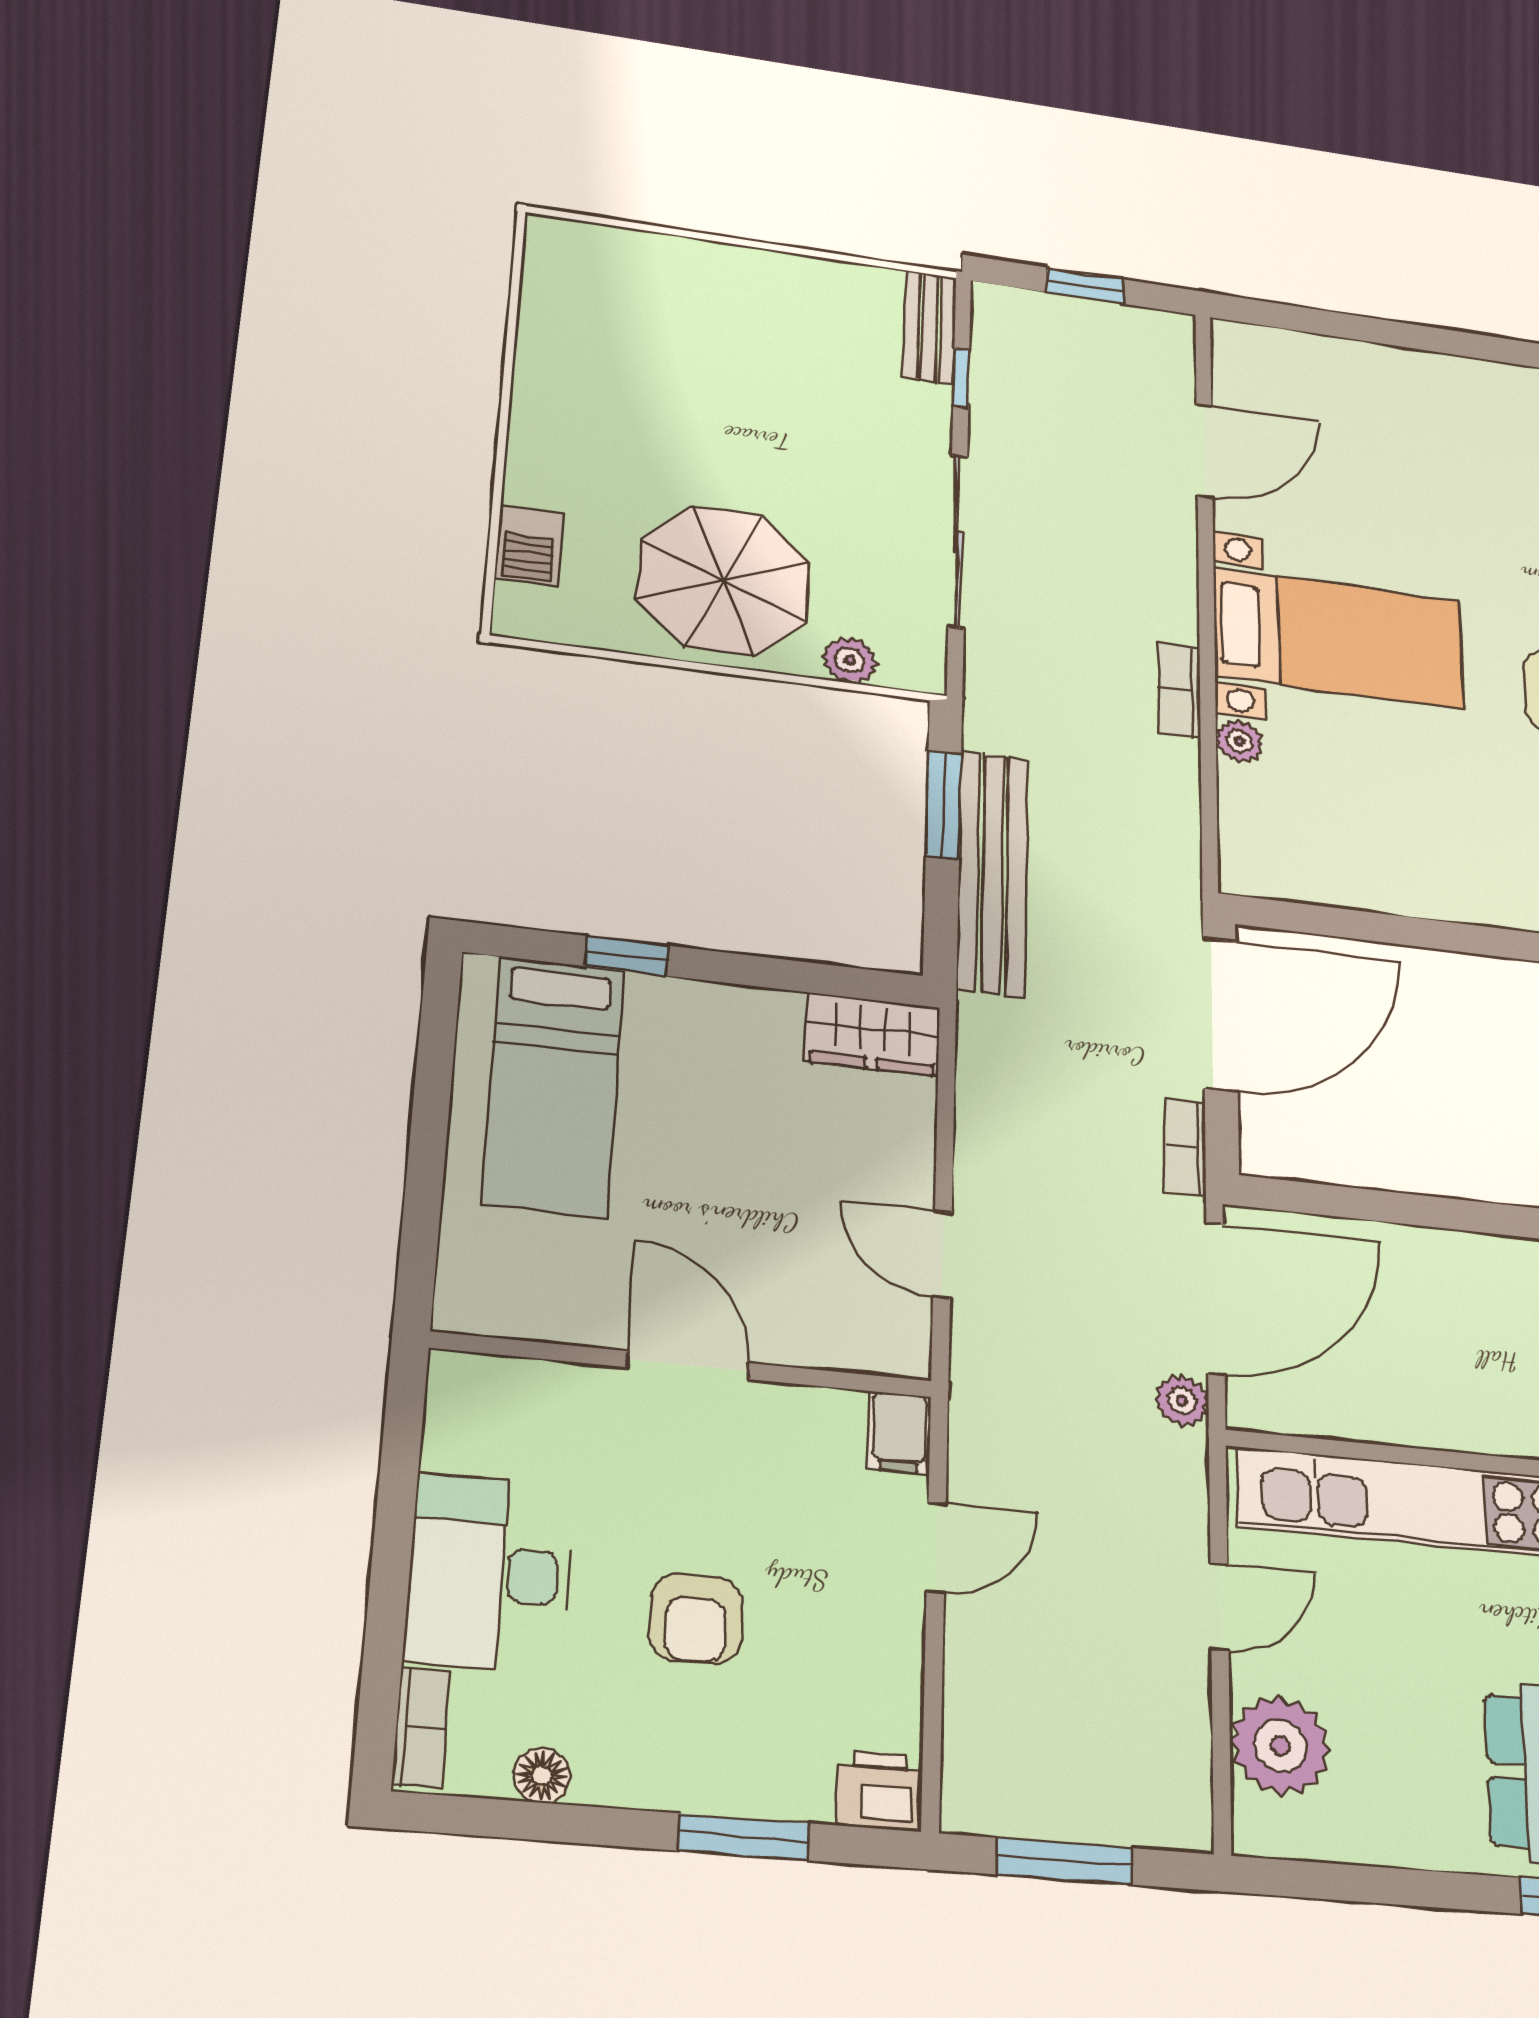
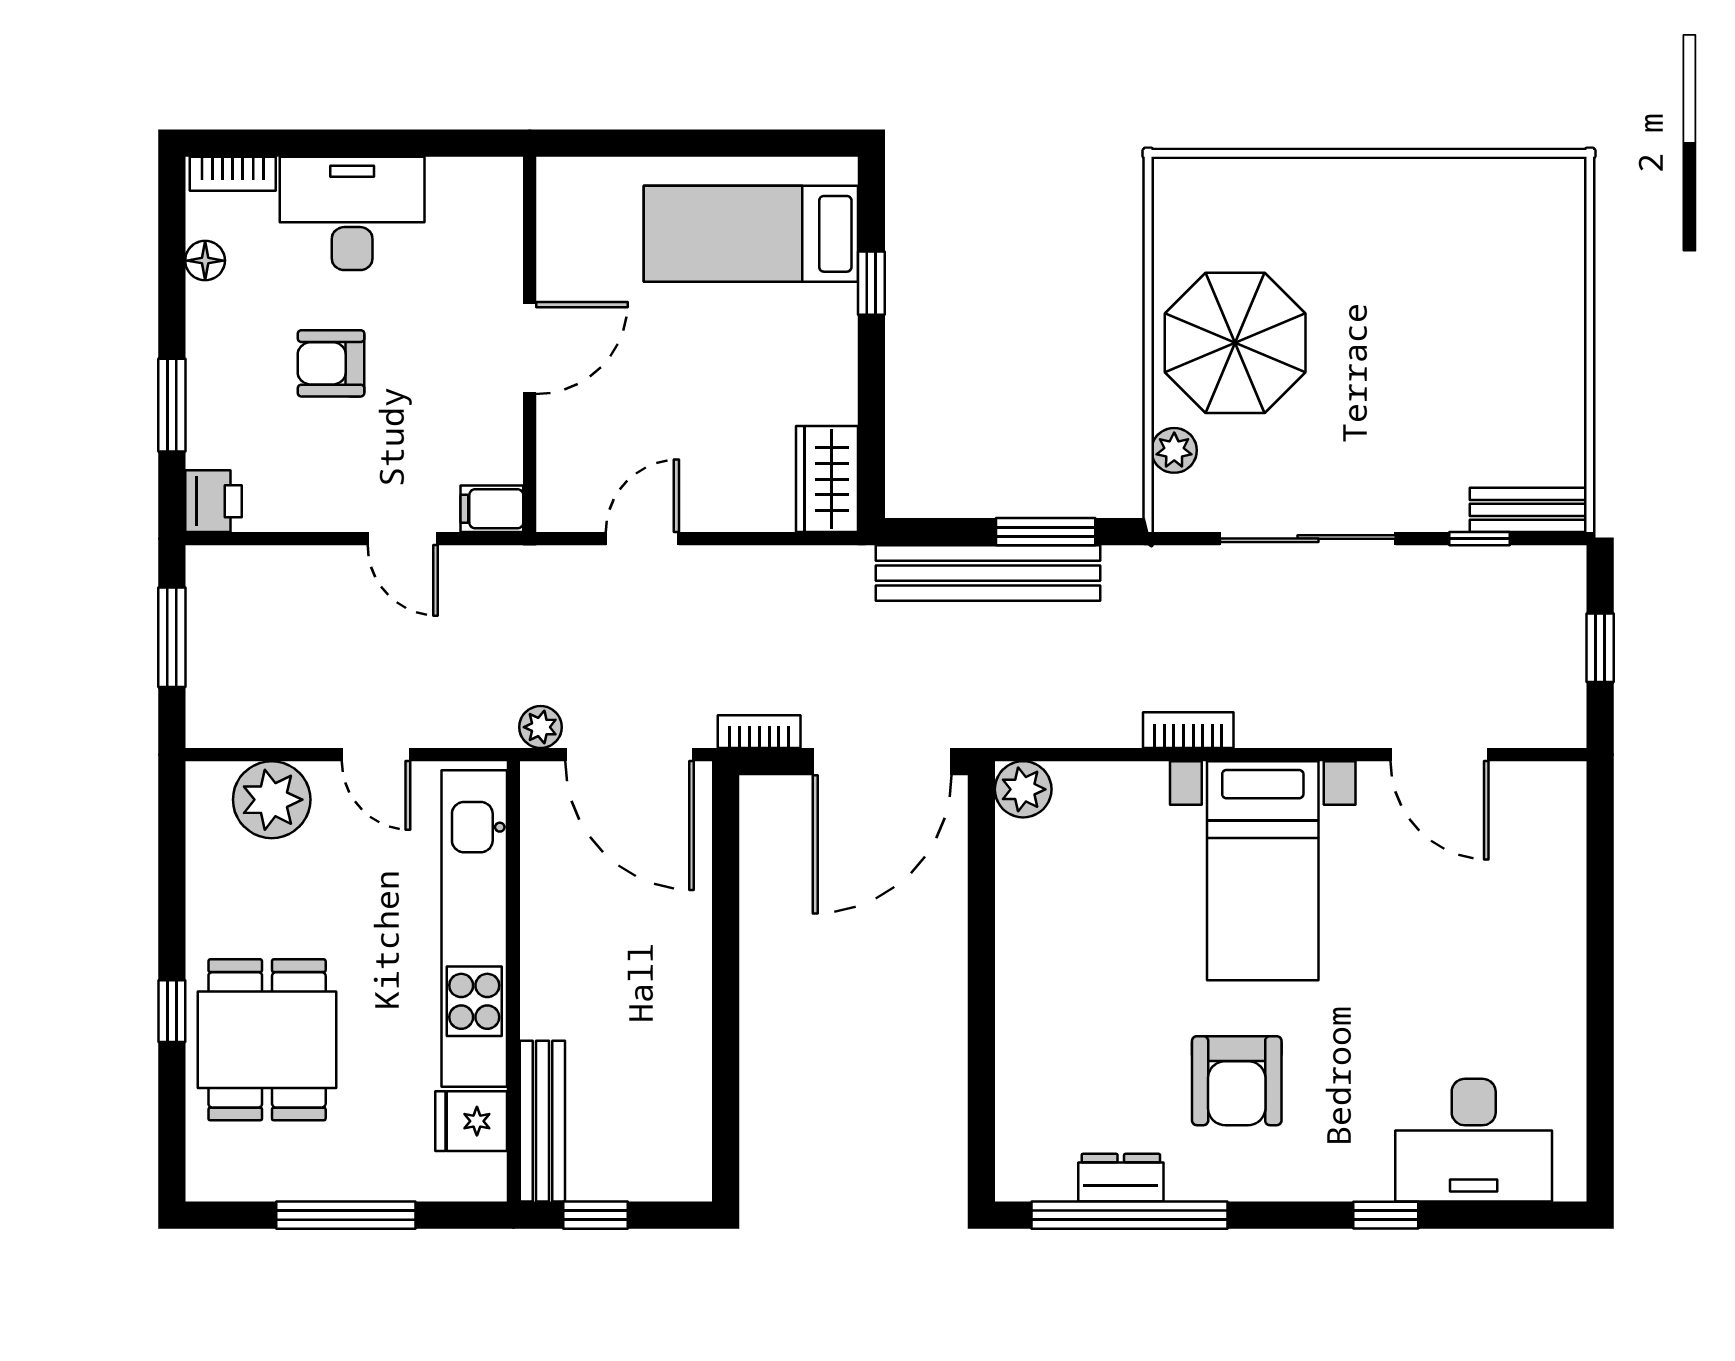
barbecue: (529, 546) -> (1243, 182), removed
plant: (1240, 741) -> (1023, 789), moved, width x1.38, depth x1.38
door: (1220, 1014) -> (882, 762), hinge flipped

